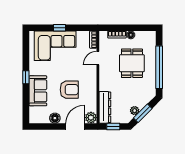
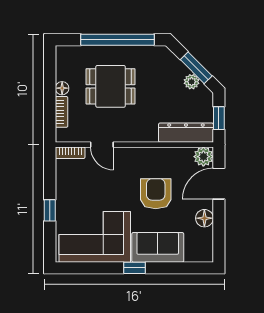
corner sofa: (55, 46) -> (95, 237), moved, turned -90
door: (75, 127) -> (219, 184), hinge flipped

